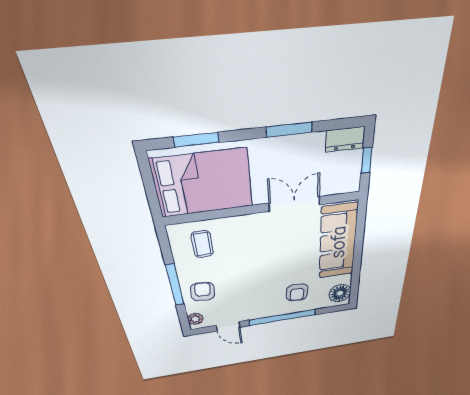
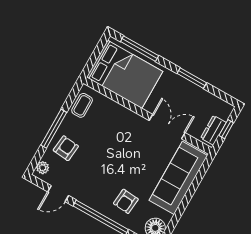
dresser: (345, 139) -> (213, 130), moved, turned 90
window: (196, 140) -> (140, 49), width x1.44
coffee table: (202, 244) -> (82, 105), moved
door: (228, 326) -> (58, 194), hinge flipped

